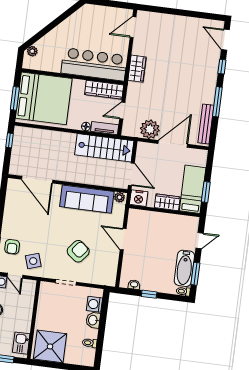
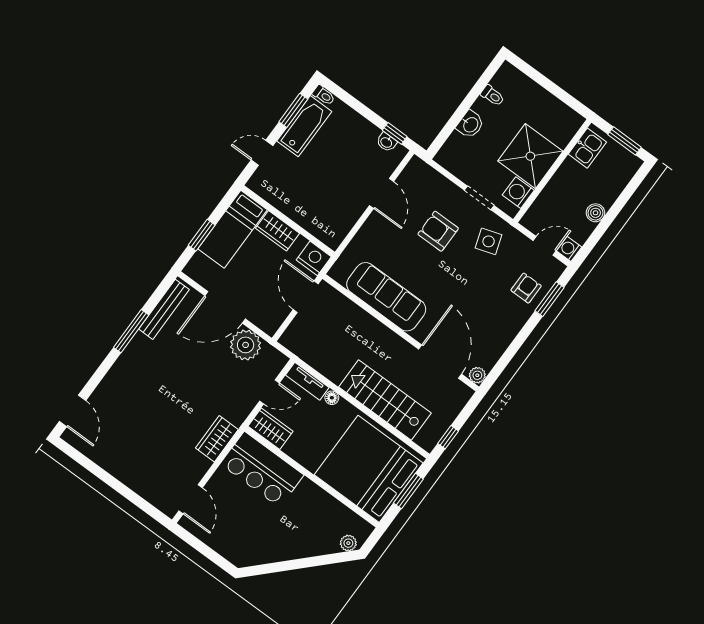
door: (133, 27) -> (191, 499), hinge flipped
bar counter: (94, 64) -> (262, 469), width x0.73
window: (222, 67) -> (98, 376), removed
wardrobe: (104, 90) -> (271, 429), width x0.67
stairs: (104, 148) -> (385, 400), moved
window: (206, 192) -> (202, 235), moved
plant: (120, 197) -> (477, 375), moved
door: (123, 239) -> (382, 193), moved
armchair: (78, 251) -> (438, 231), turned 51
side table: (33, 261) -> (489, 241), moved
door: (15, 276) -> (545, 246), hinge flipped
window: (149, 294) -> (395, 133), moved
washing machine: (94, 304) -> (518, 193), moved, turned 180
shower: (50, 346) -> (530, 156), moved

